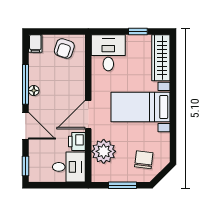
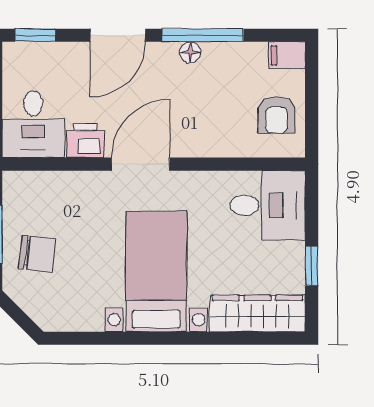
armchair: (64, 48) -> (276, 115), turned -108
door: (88, 115) -> (141, 164), hinge flipped
plant: (104, 151) -> (65, 196), removed
chair: (144, 160) -> (37, 254), moved

